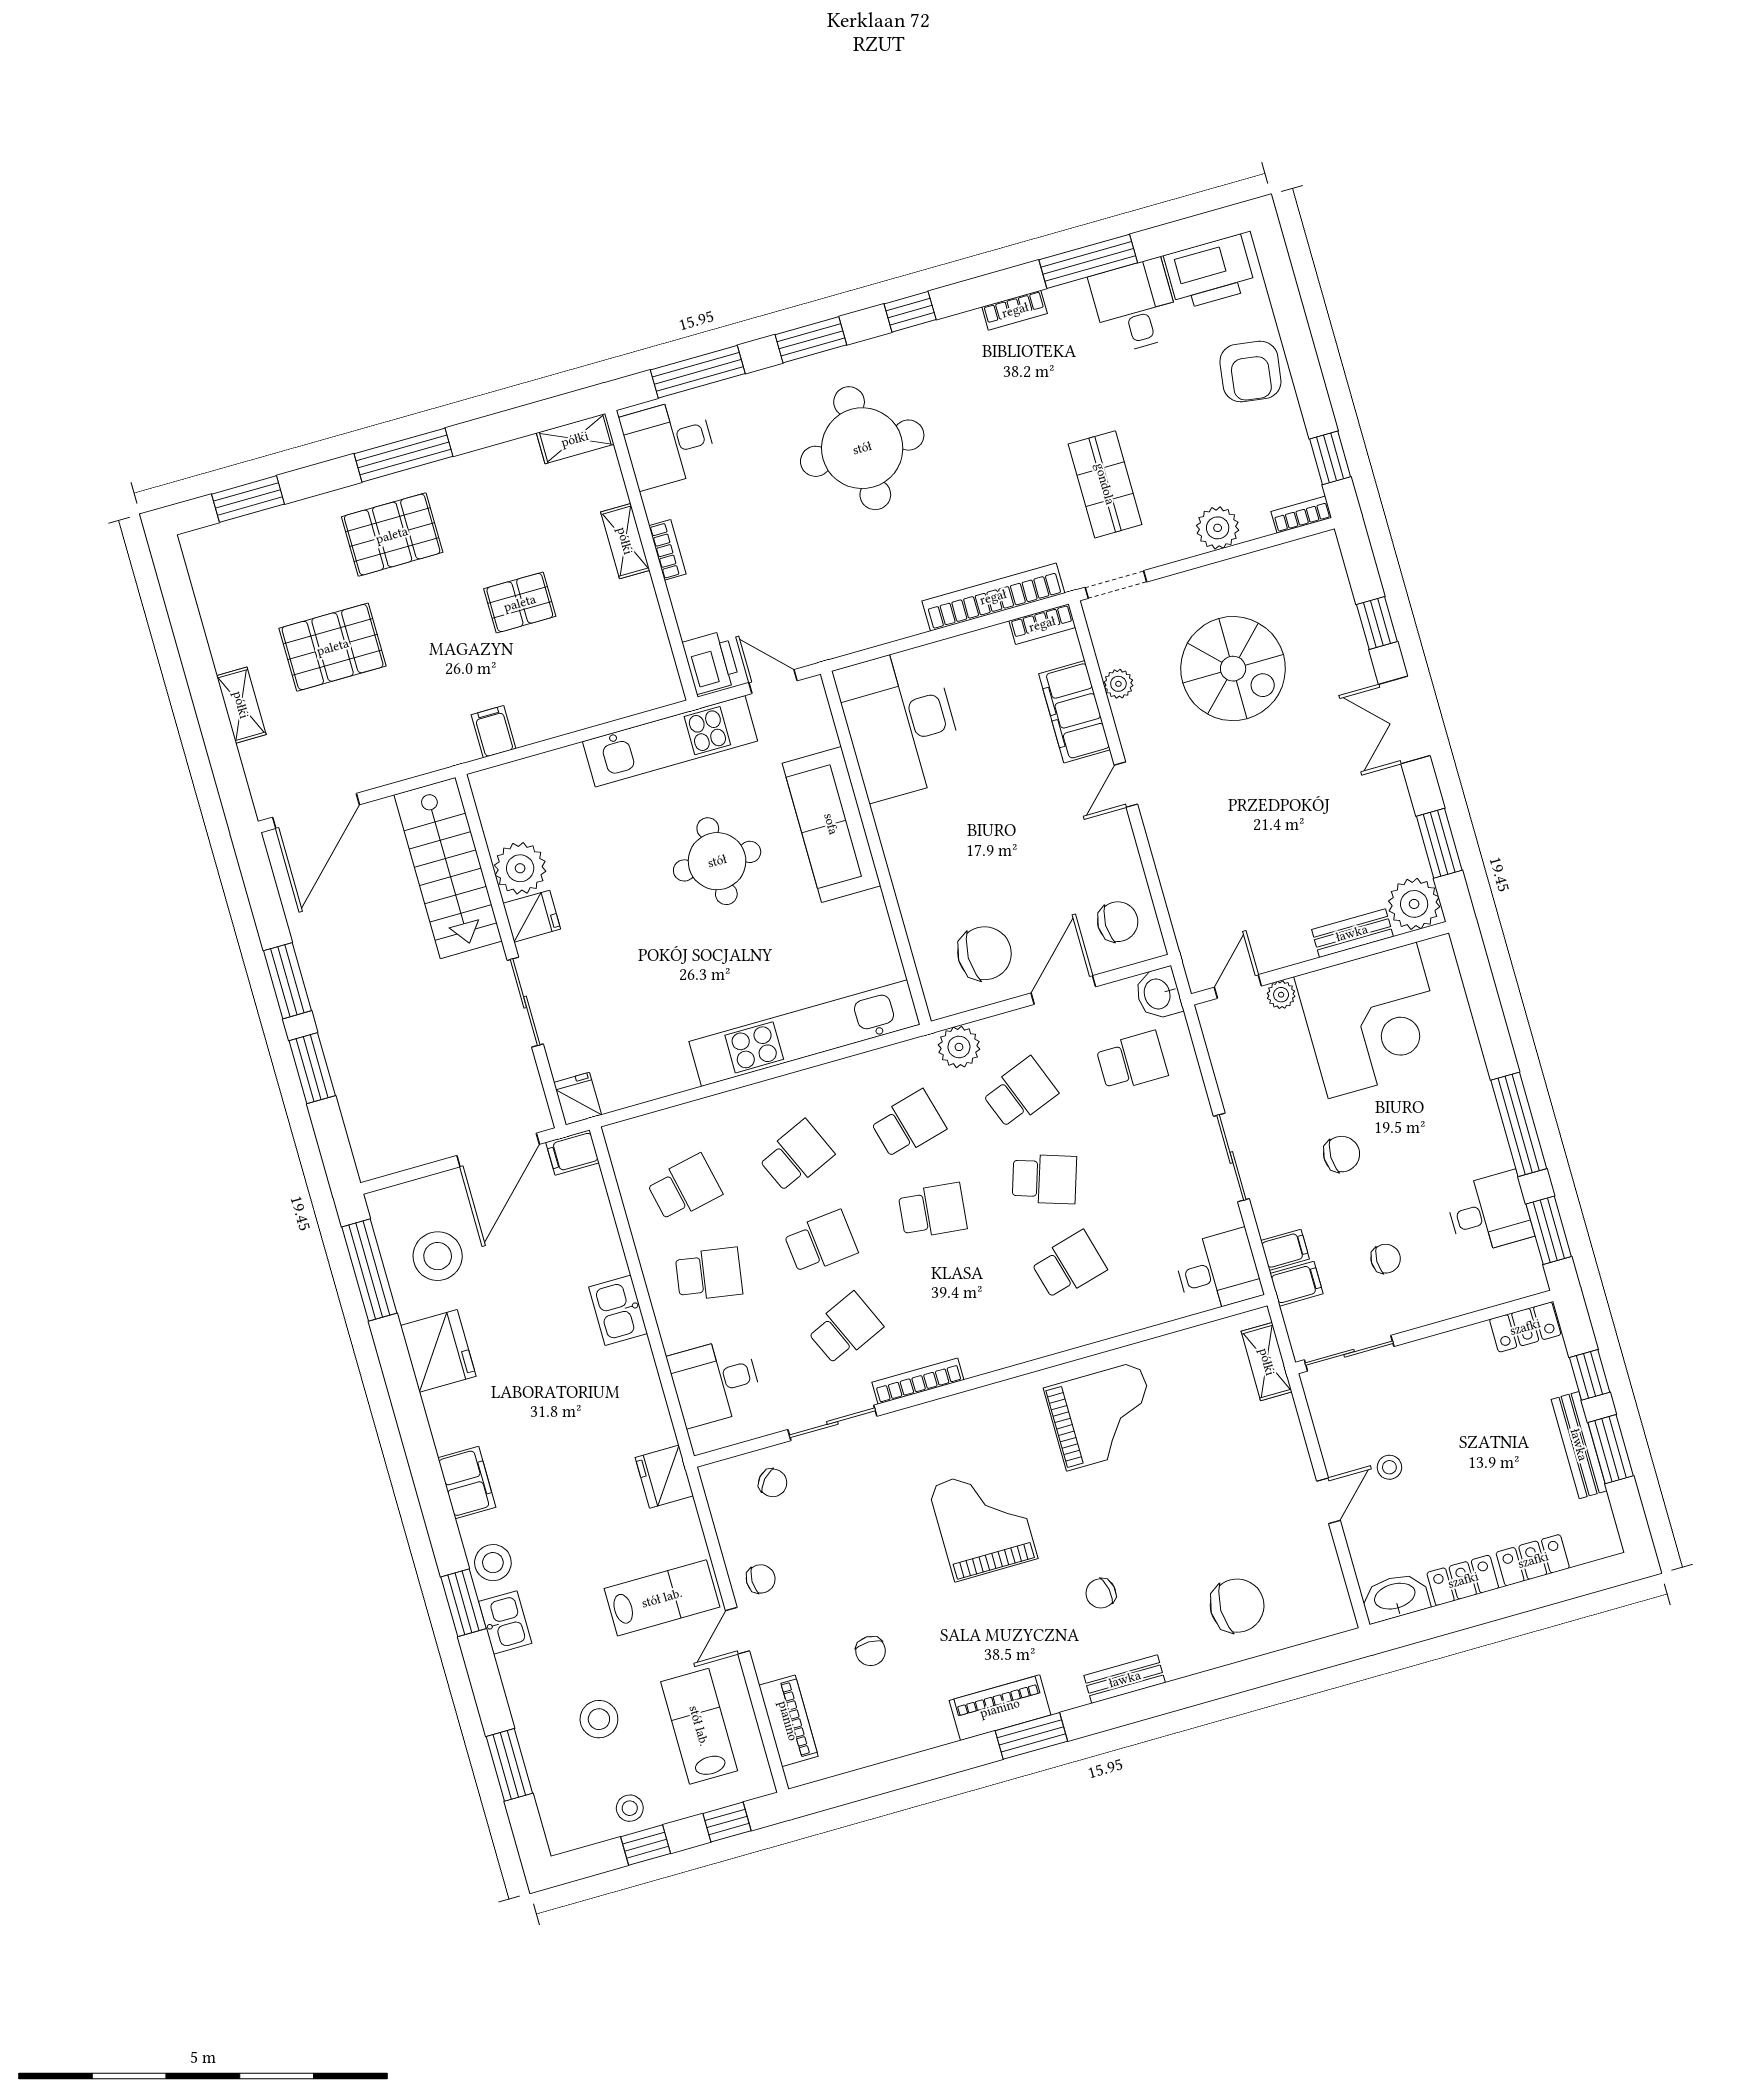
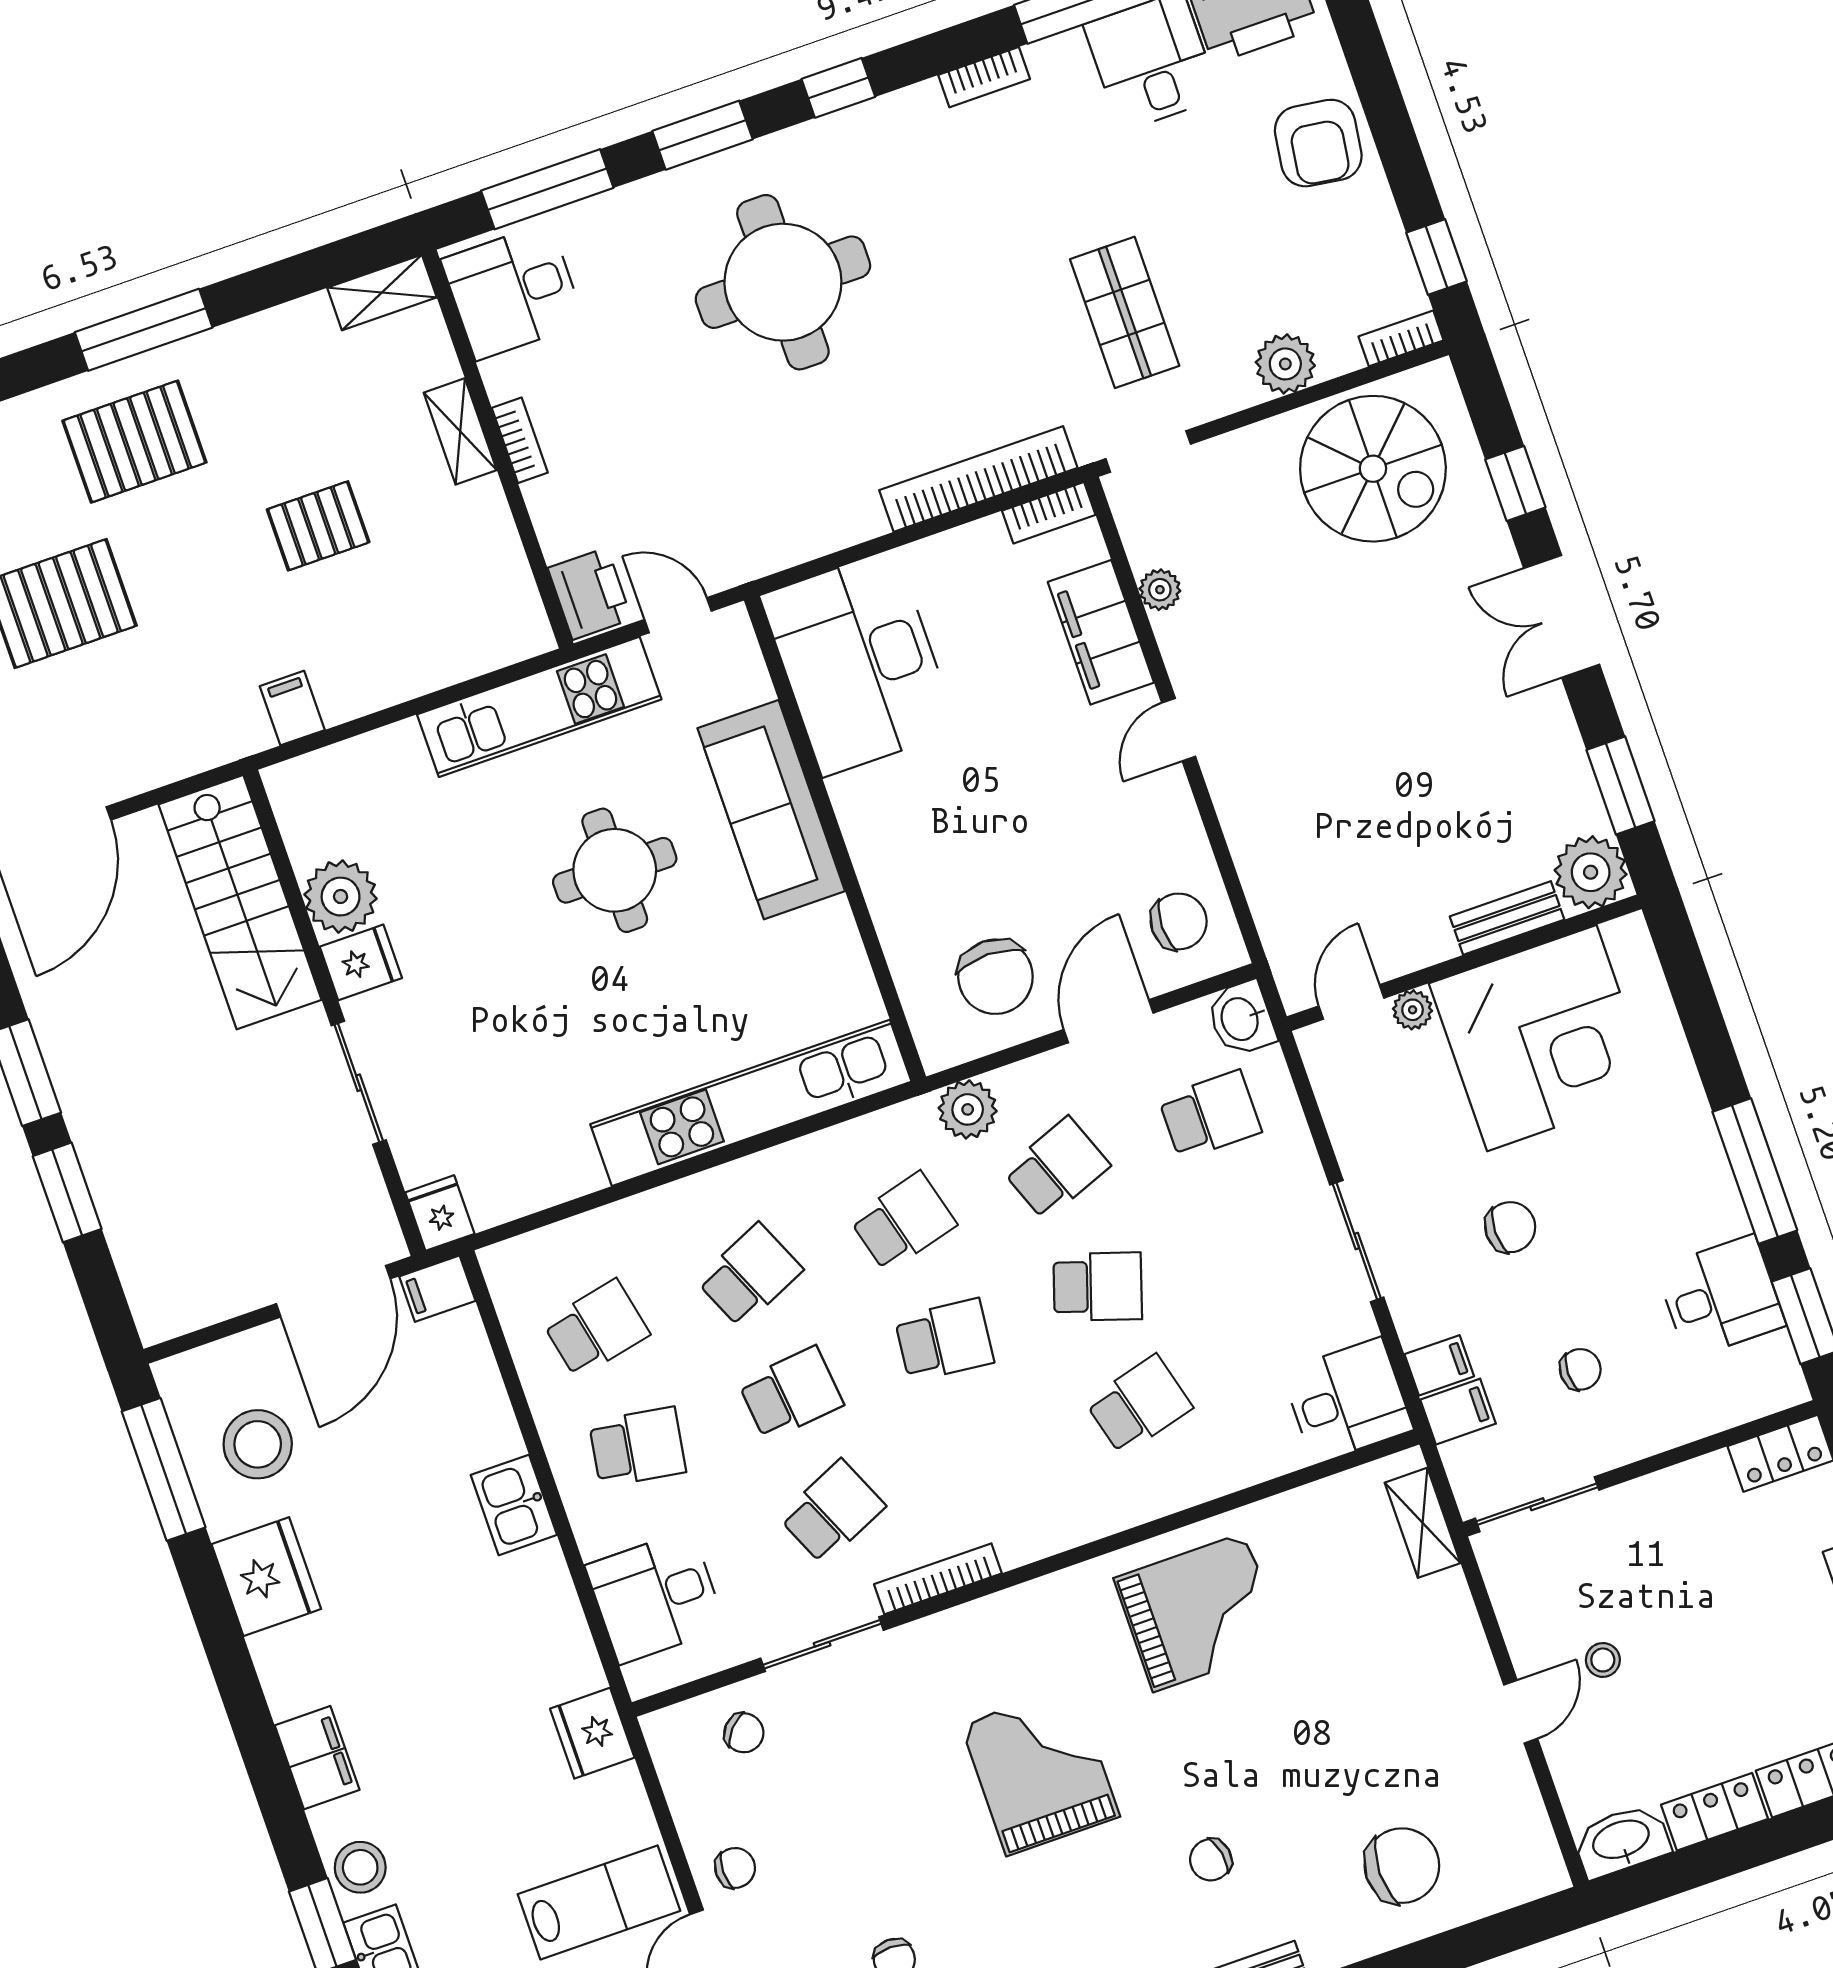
spiral stairs: (1233, 669) -> (1373, 469), moved
chair: (985, 953) -> (995, 977), turned 90

